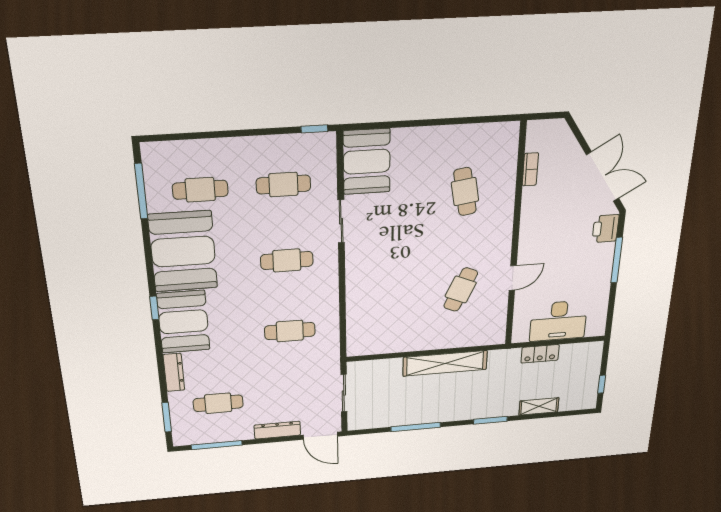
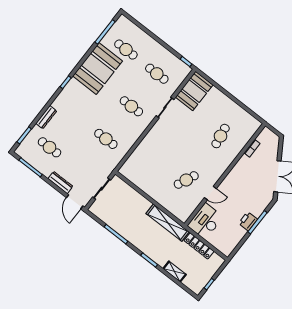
printer: (606, 229) -> (248, 221), moved
desk: (558, 321) -> (205, 221), moved, turned 90
booth: (183, 322) -> (71, 98), removed
locker: (540, 354) -> (199, 246), width x1.53
shelving: (445, 363) -> (168, 223), moved

